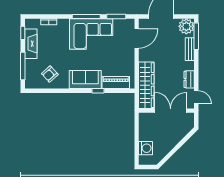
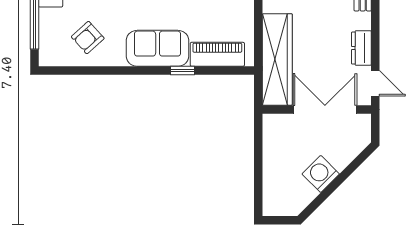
washing machine: (146, 148) -> (321, 174), moved, turned -135

